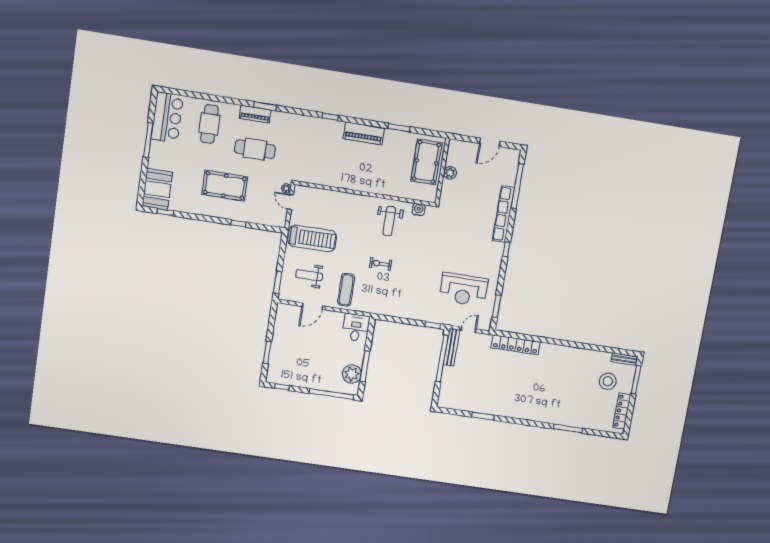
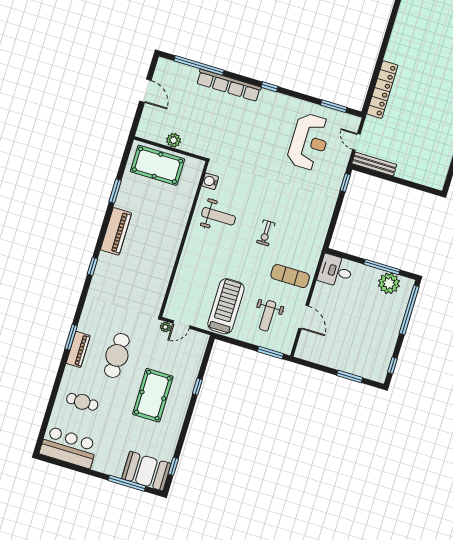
cafe table: (209, 124) -> (82, 402), width x0.73, depth x0.74
window: (148, 140) -> (127, 483), moved
window: (442, 358) -> (386, 177), removed

